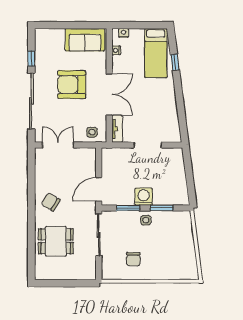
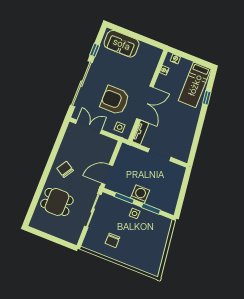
sofa: (85, 40) -> (122, 44), moved
armchair: (72, 85) -> (115, 100), moved

